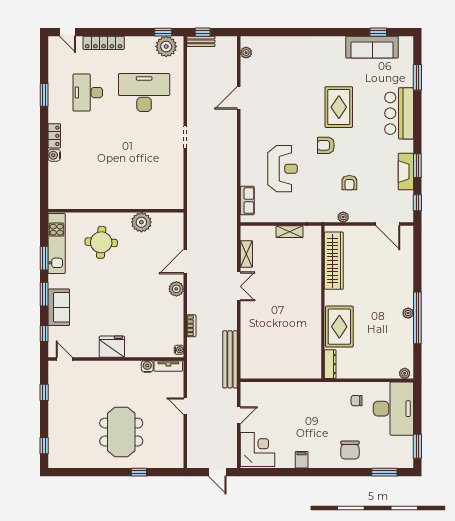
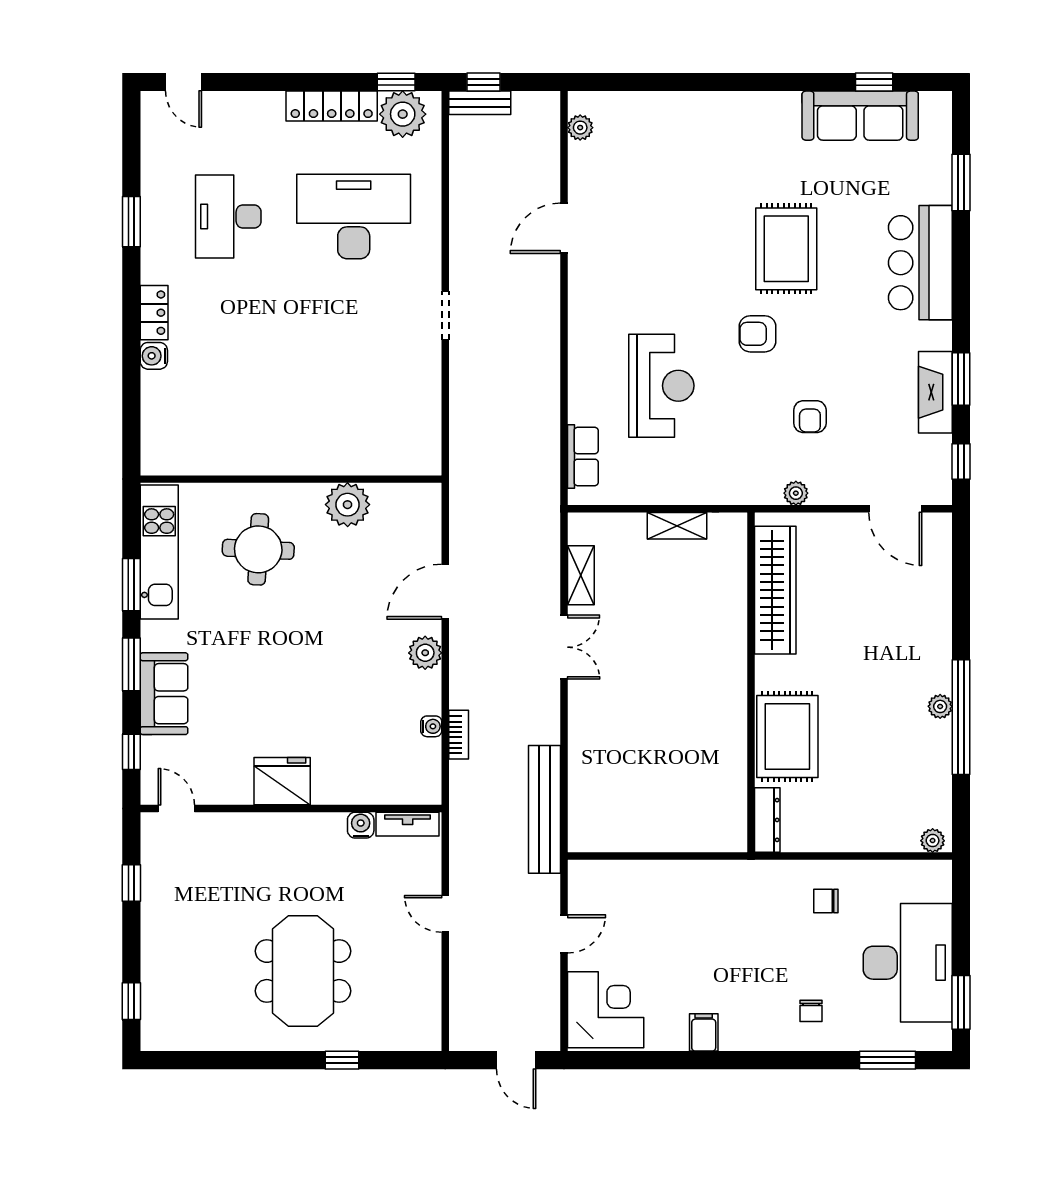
locker: (104, 43) -> (332, 106), moved
water cooler: (179, 350) -> (431, 726), moved
desk: (393, 409) -> (908, 963), moved
chair: (350, 450) -> (811, 1011), width x0.54, depth x0.54

